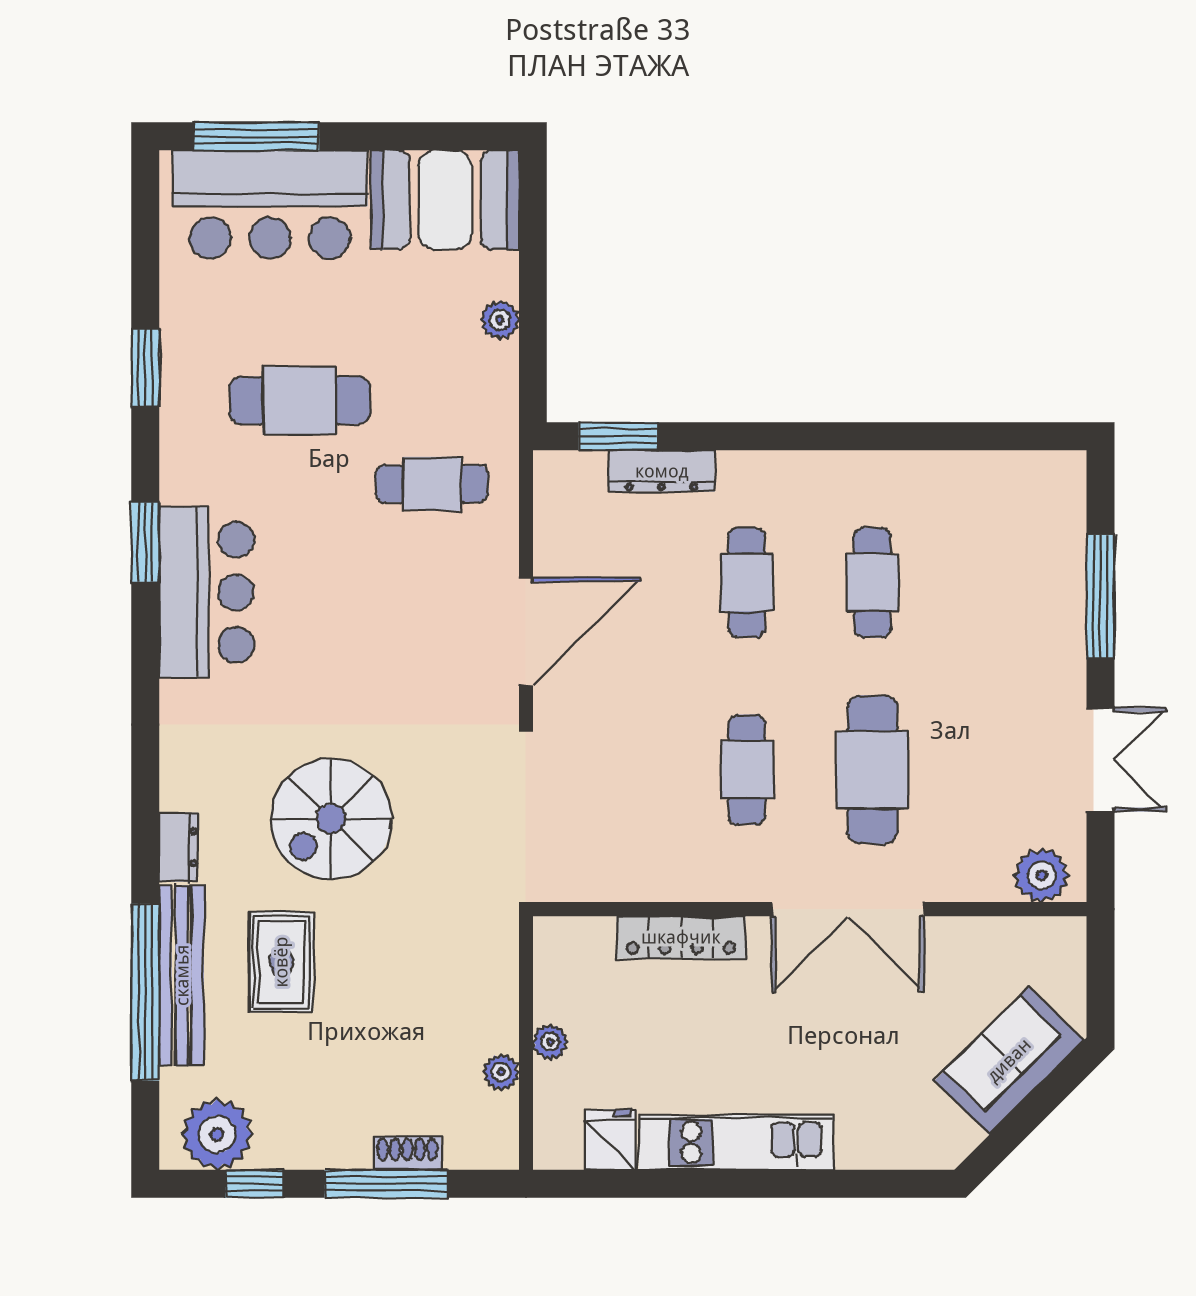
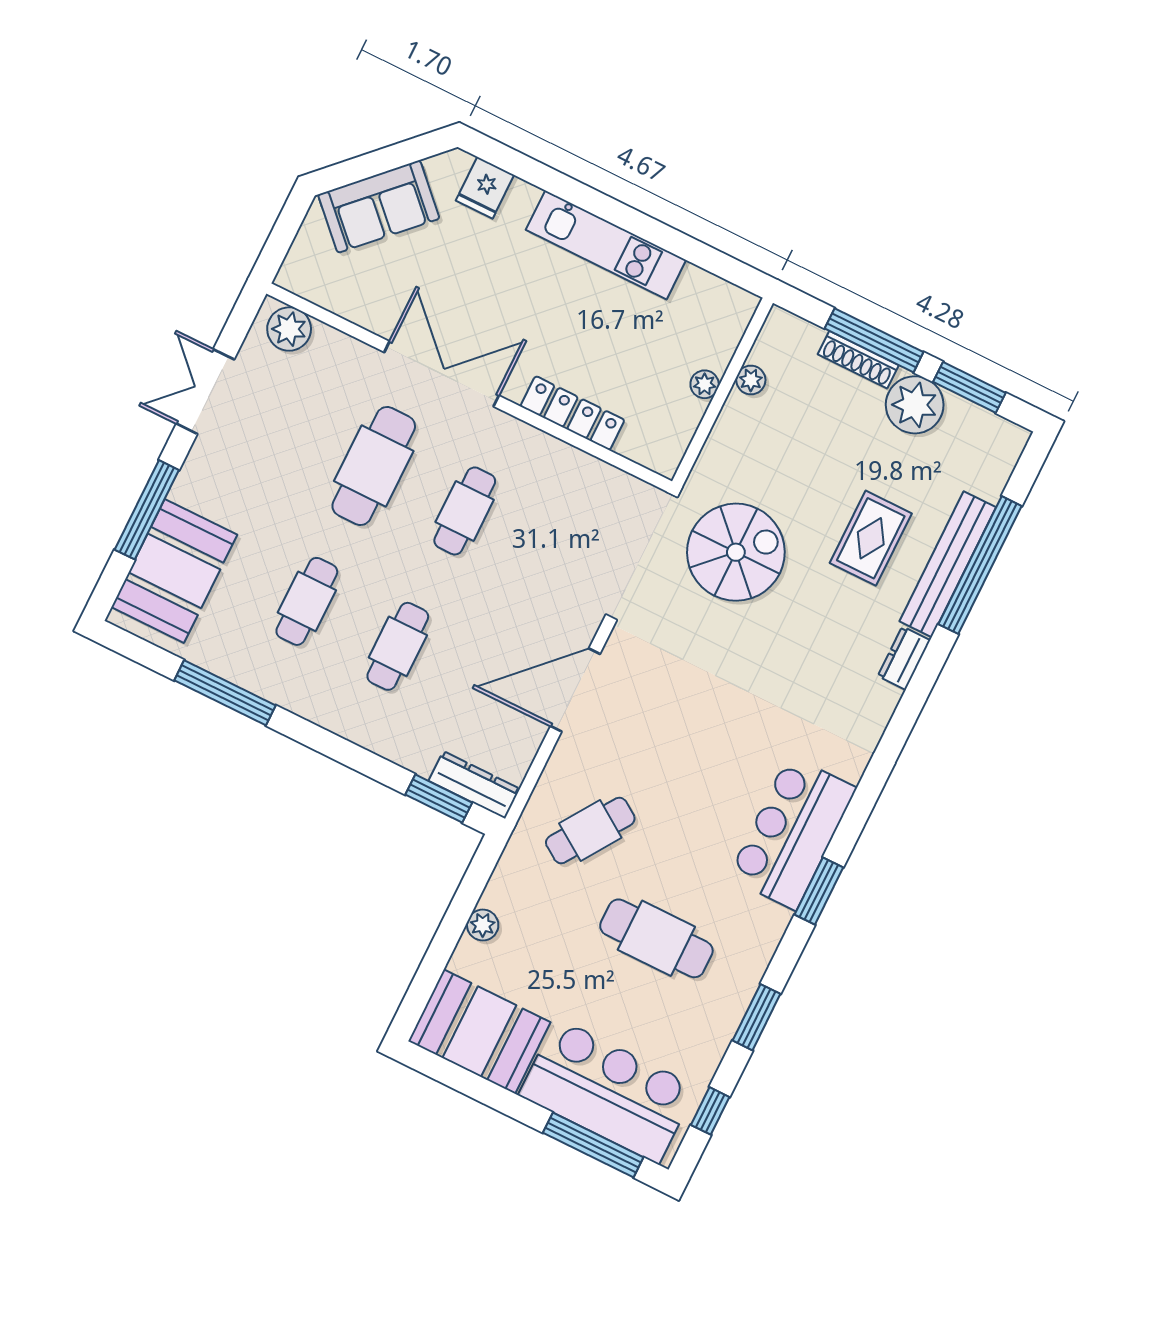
window: (145, 238) -> (710, 1111), added
window: (913, 436) -> (225, 693), added
dresser: (662, 471) -> (474, 785), moved
cafe table: (432, 484) -> (590, 831), turned -56
booth: (1036, 544) -> (174, 571), added
spiral stairs: (331, 819) -> (736, 552), moved
plant: (217, 1134) -> (915, 405), moved
fridge: (610, 1139) -> (485, 188), moved
shoe rack: (407, 1154) -> (858, 360), width x1.43
window: (255, 1184) -> (969, 387), width x1.50

